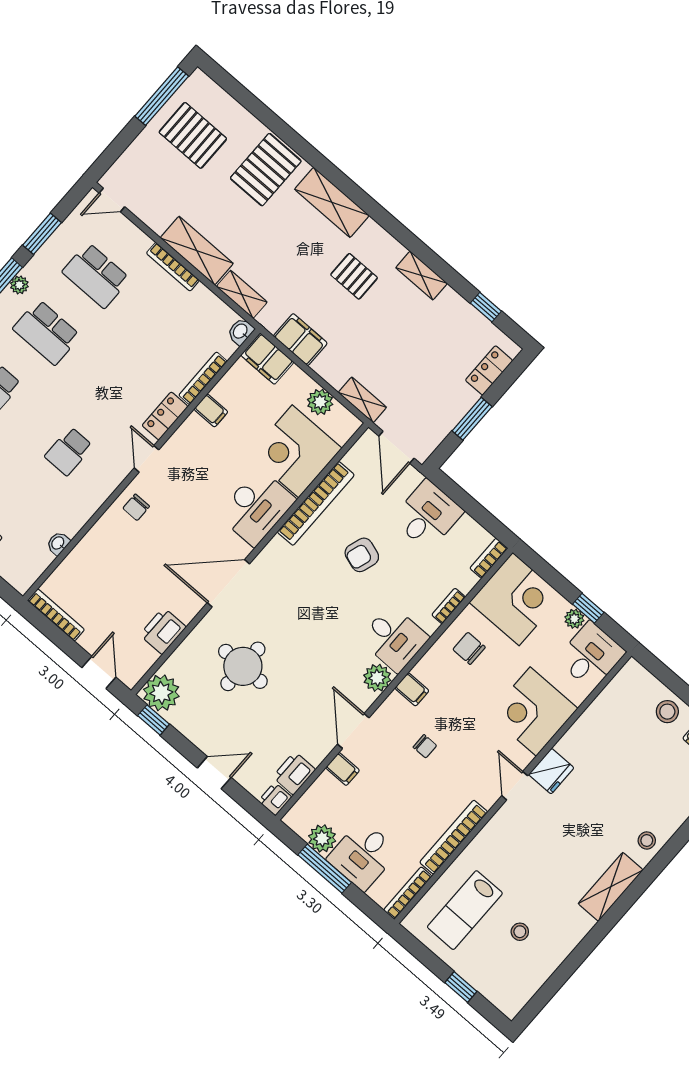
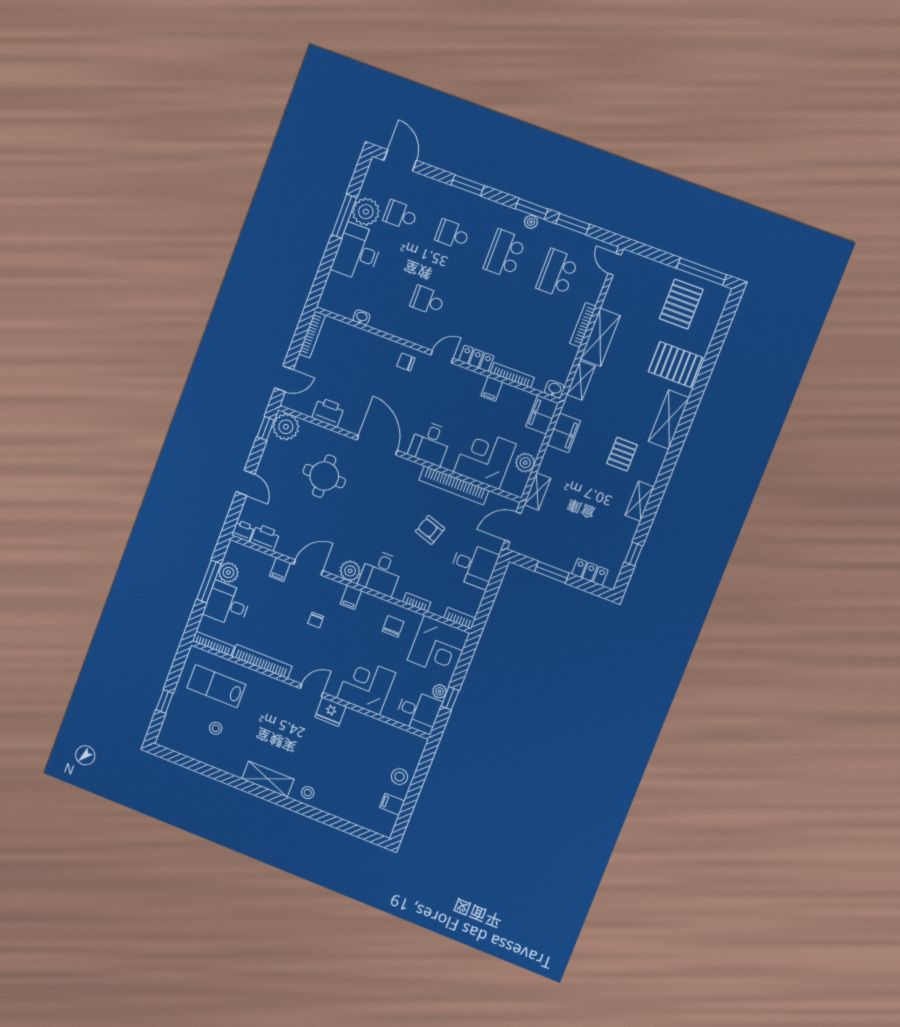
desk: (257, 507) -> (430, 443), width x0.73

